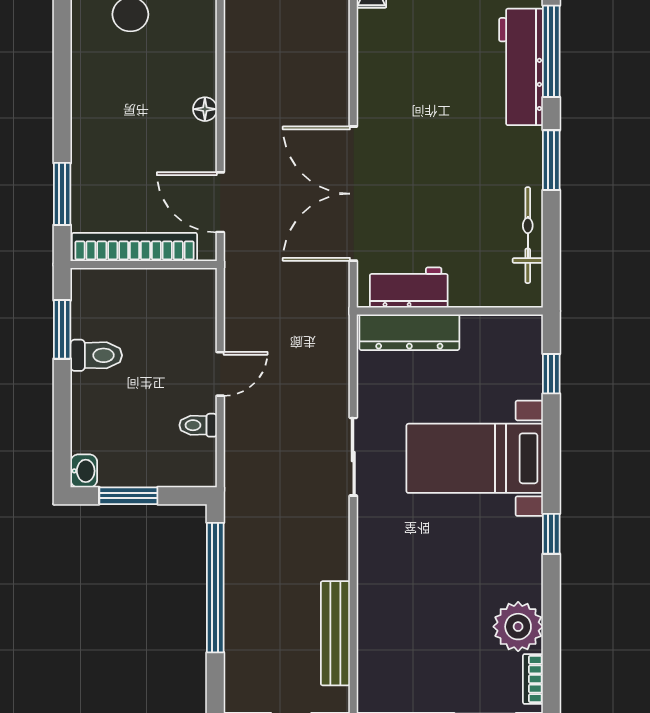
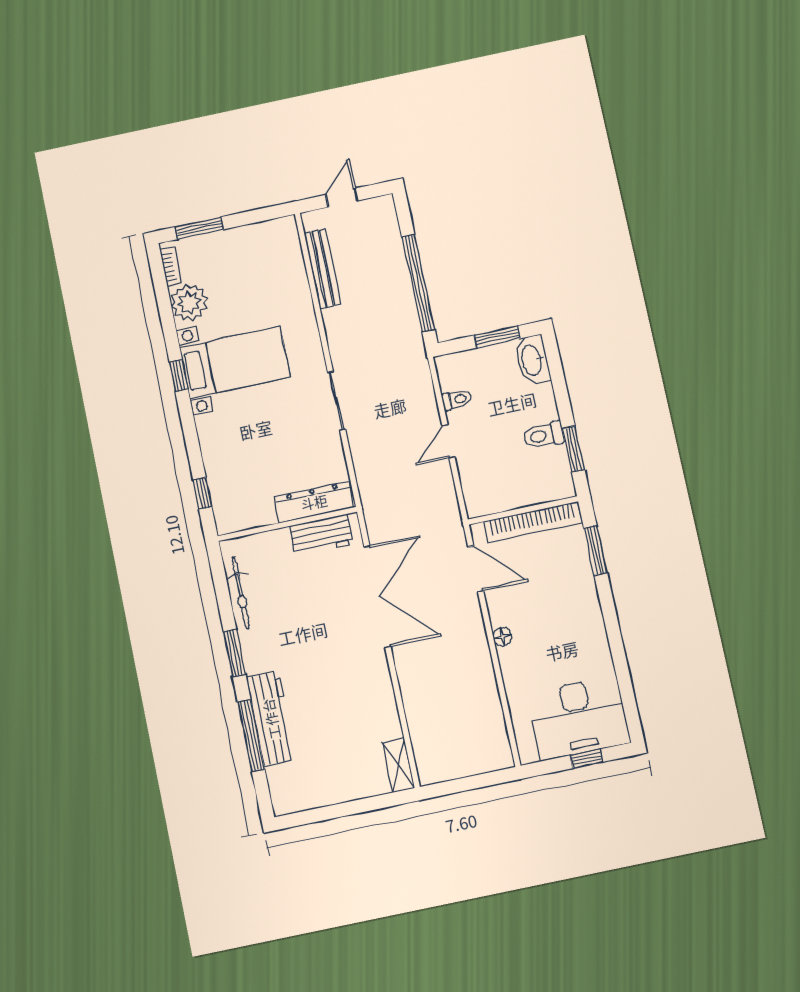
bed with nightstands: (475, 458) -> (235, 362), moved
washbasin: (84, 471) -> (532, 360), width x1.91, depth x1.45

